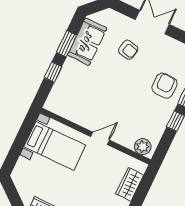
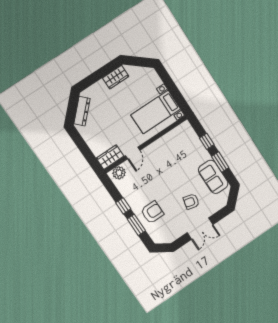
armchair: (165, 86) -> (152, 212), turned -90
door: (100, 138) -> (133, 153), moved
wardrobe: (130, 184) -> (110, 157), moved, turned -90

